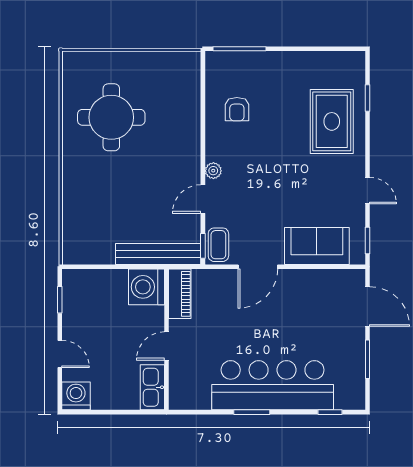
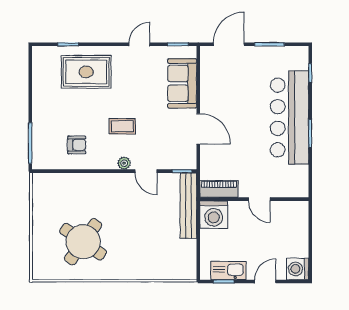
round table: (111, 117) -> (83, 242), turned 35
coffee table: (218, 245) -> (122, 126), moved
kitchen sink: (152, 387) -> (228, 271), moved, turned 180

